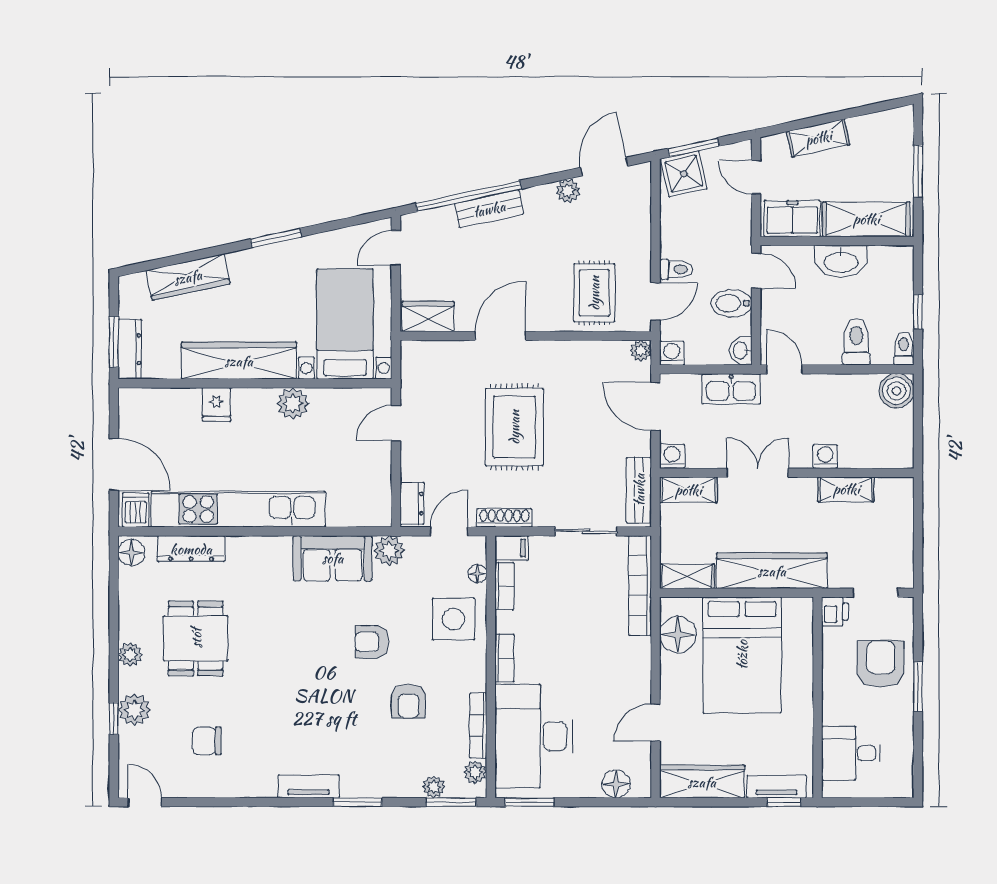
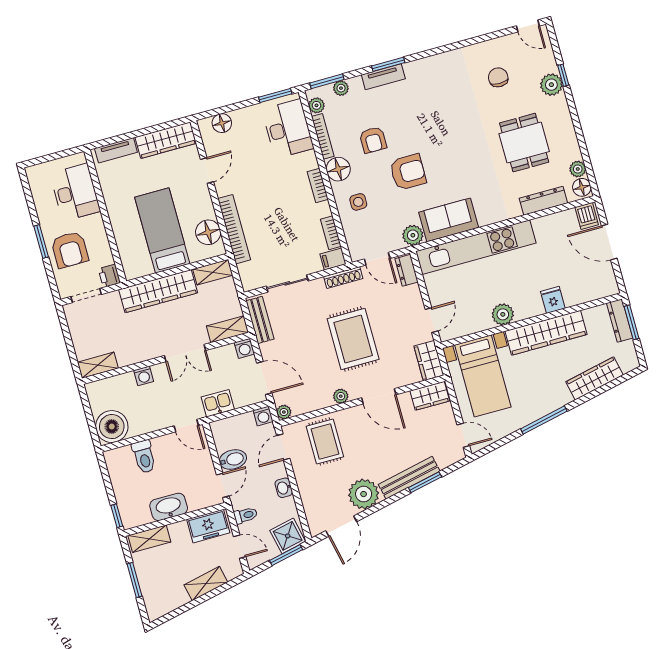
plant: (568, 191) -> (364, 494), width x1.88, depth x1.88
window: (468, 196) -> (425, 482), width x0.47
bench: (489, 209) -> (409, 478), width x1.36
shelving: (866, 219) -> (149, 539), width x0.67, depth x0.75
window: (276, 238) -> (544, 420), width x1.44
door: (396, 248) -> (463, 435), hinge flipped
toilet: (676, 269) -> (246, 515), moved, turned 180
door: (756, 271) -> (223, 485), swing flipped
window: (918, 312) -> (117, 516), moved
door: (500, 336) -> (379, 396), hinge flipped
toilet: (904, 349) -> (112, 461), removed
washbasin: (741, 350) -> (284, 488), moved, turned 180
plant: (554, 351) -> (341, 396), added
wardrobe: (416, 367) -> (429, 361), added
kitchen sink: (731, 389) -> (218, 403), width x0.73
boiler: (897, 391) -> (112, 427), width x1.37, depth x1.37
shelving: (846, 489) -> (98, 365), moved
kitchen unit: (238, 509) -> (476, 247), moved
door: (449, 531) -> (377, 259), hinge flipped
floor lamp: (477, 574) -> (338, 169), moved, width x1.89, depth x1.89
bookcase: (640, 586) -> (234, 229), moved
side table: (454, 619) -> (358, 202), width x0.54, depth x0.54
armchair: (372, 642) -> (408, 172), width x1.38, depth x1.38
plant: (130, 655) -> (578, 169), moved
bed: (742, 655) -> (162, 231), width x0.67
armchair: (409, 701) -> (373, 140), turned 180
desk: (534, 736) -> (288, 129), width x0.73, depth x0.77
chair: (207, 741) -> (498, 77), turned -90
desk: (851, 753) -> (75, 192), width x1.37
tv unit: (309, 786) -> (383, 77), moved
window: (784, 802) -> (108, 141), removed

